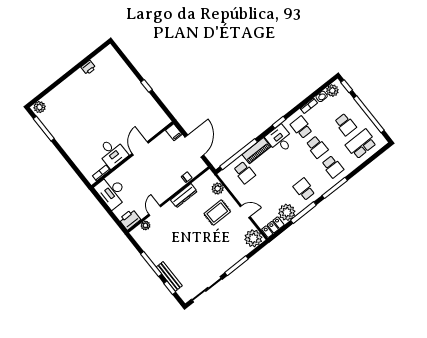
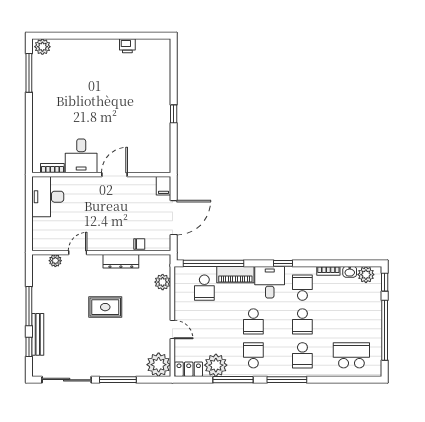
school desk: (345, 124) -> (253, 321), moved
rug: (217, 213) -> (105, 307), moved
printer: (130, 219) -> (44, 241), removed

